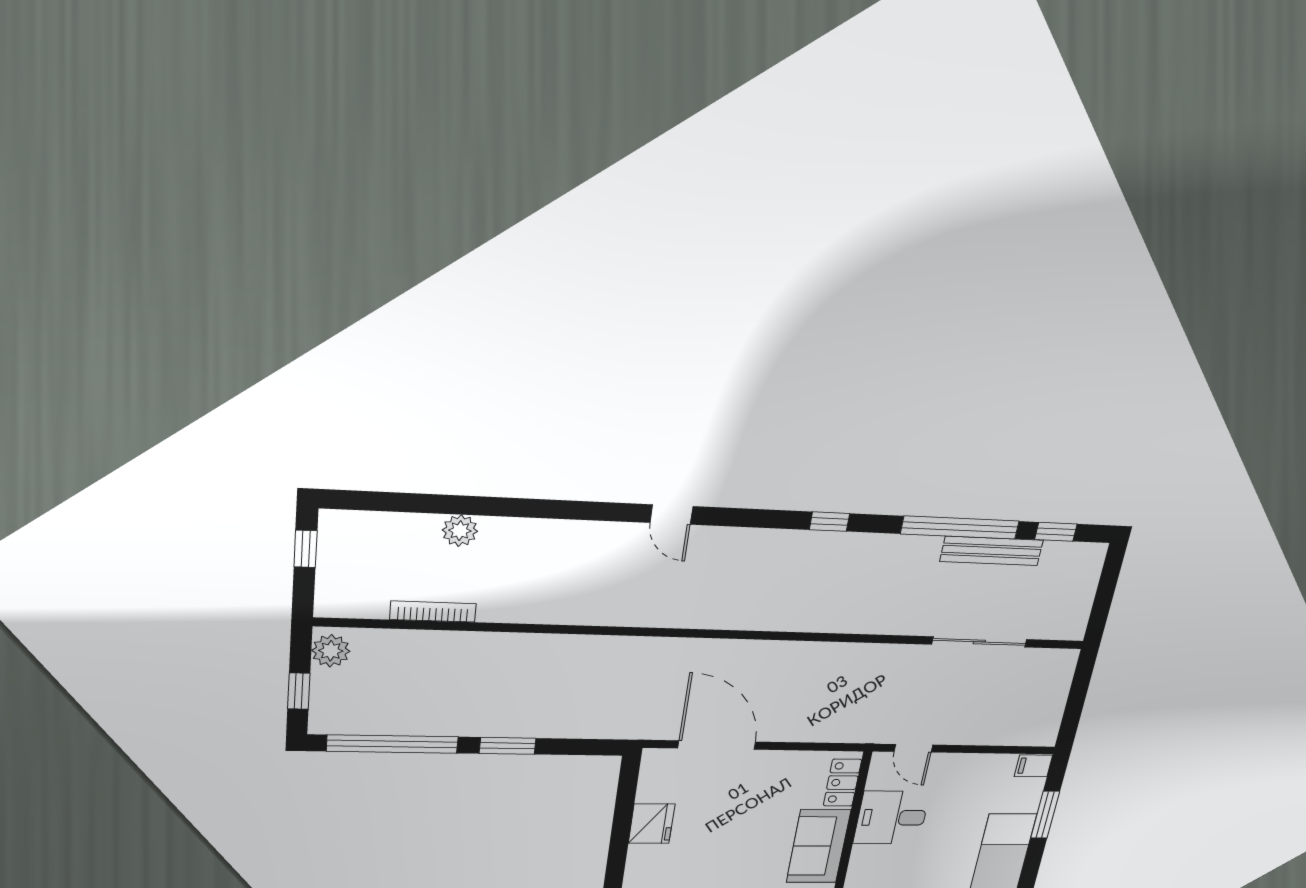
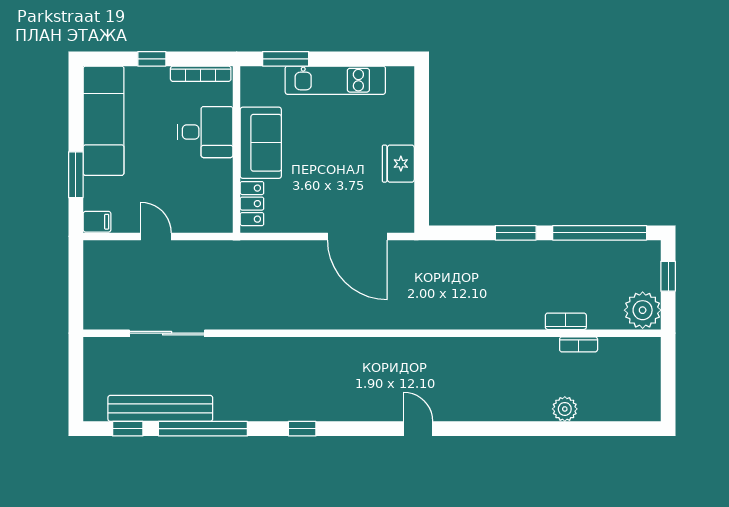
window: (306, 549) -> (668, 390), removed
bench: (992, 551) -> (160, 408), width x1.37, depth x1.21
bookcase: (433, 612) -> (579, 344), width x0.64
bookcase: (449, 640) -> (566, 321), added
plant: (331, 651) -> (643, 310), width x1.36, depth x1.36
door: (913, 748) -> (156, 236), moved
desk: (891, 818) -> (205, 132), moved

